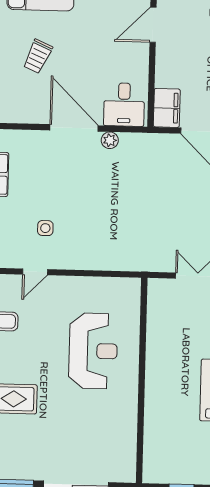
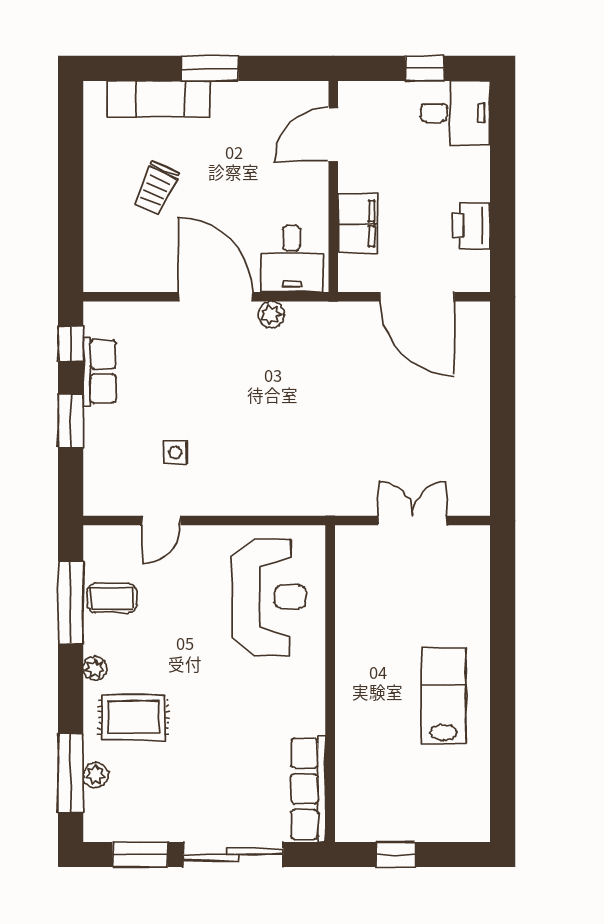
filing cabinet: (167, 108) -> (358, 224), moved
reception desk: (93, 351) -> (269, 597), moved
row of seats: (126, 448) -> (308, 789), added

